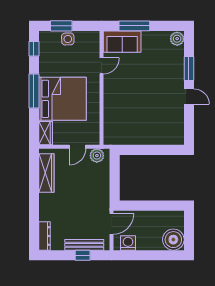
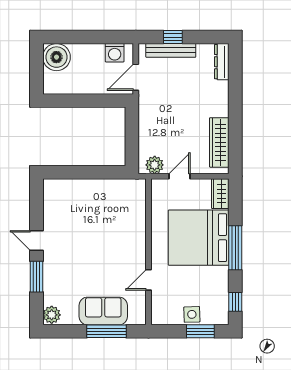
sofa: (122, 42) -> (103, 311), moved

